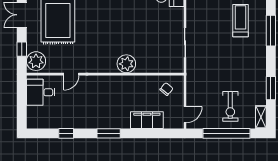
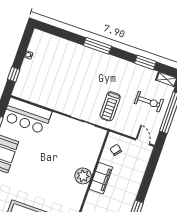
treadmill: (241, 21) -> (110, 106), moved, turned -90
filing cabinet: (147, 120) -> (101, 178), moved, turned 180

